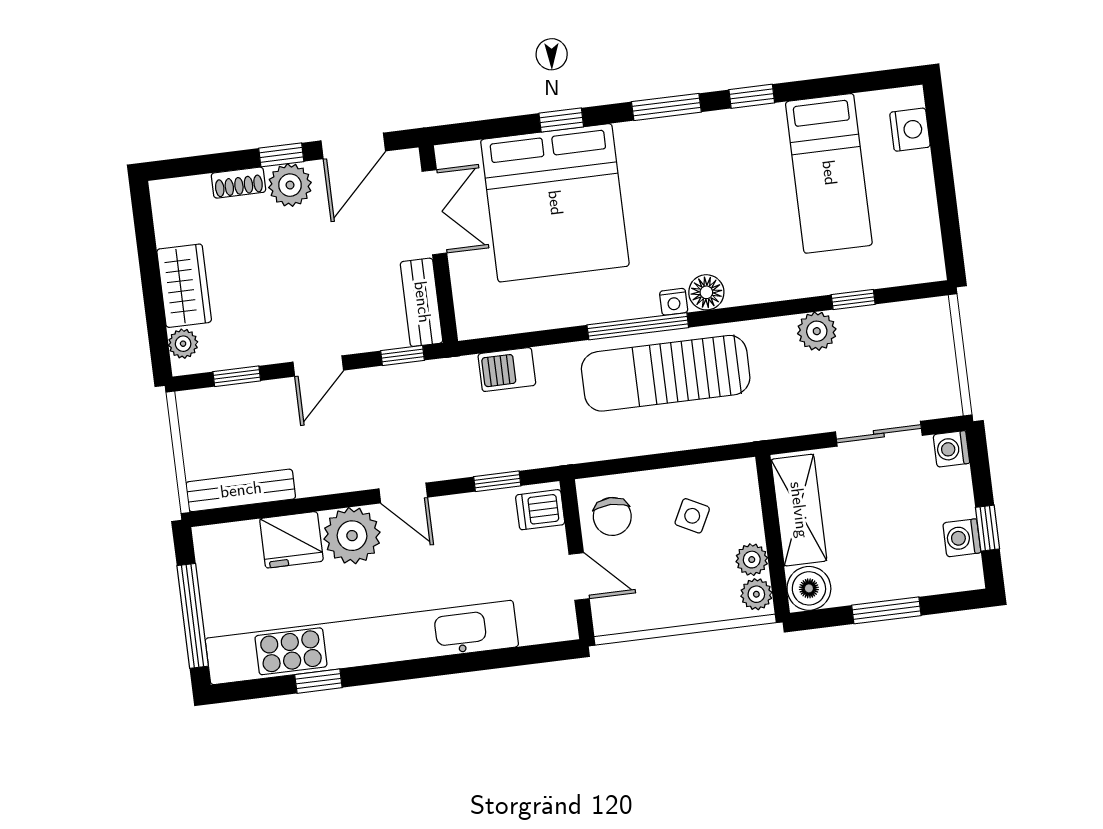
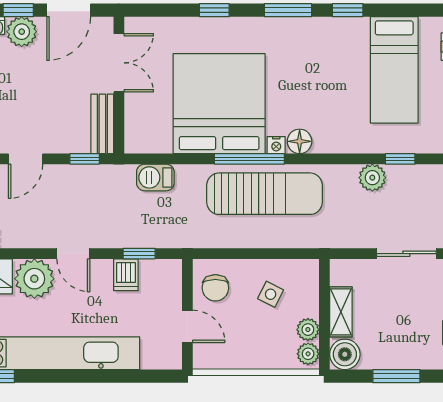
bed: (555, 203) -> (219, 104), moved, turned 180
sun lounger: (666, 373) -> (265, 194), turned 180
dishwasher: (540, 510) -> (126, 275), moved, turned -90
shelving: (799, 510) -> (341, 312), width x0.67, depth x0.75

